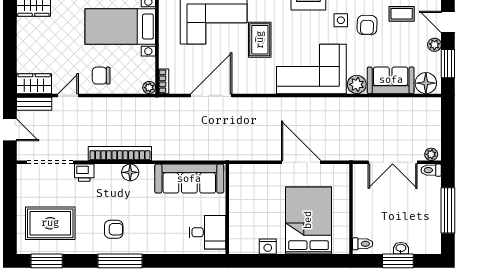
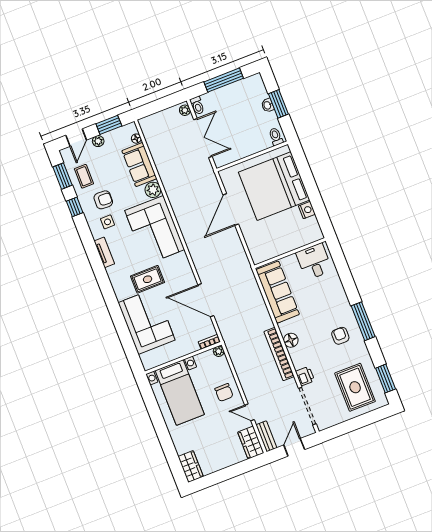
floor lamp: (426, 83) -> (136, 139), width x0.53, depth x0.53
bed: (308, 220) -> (274, 186), width x1.36

